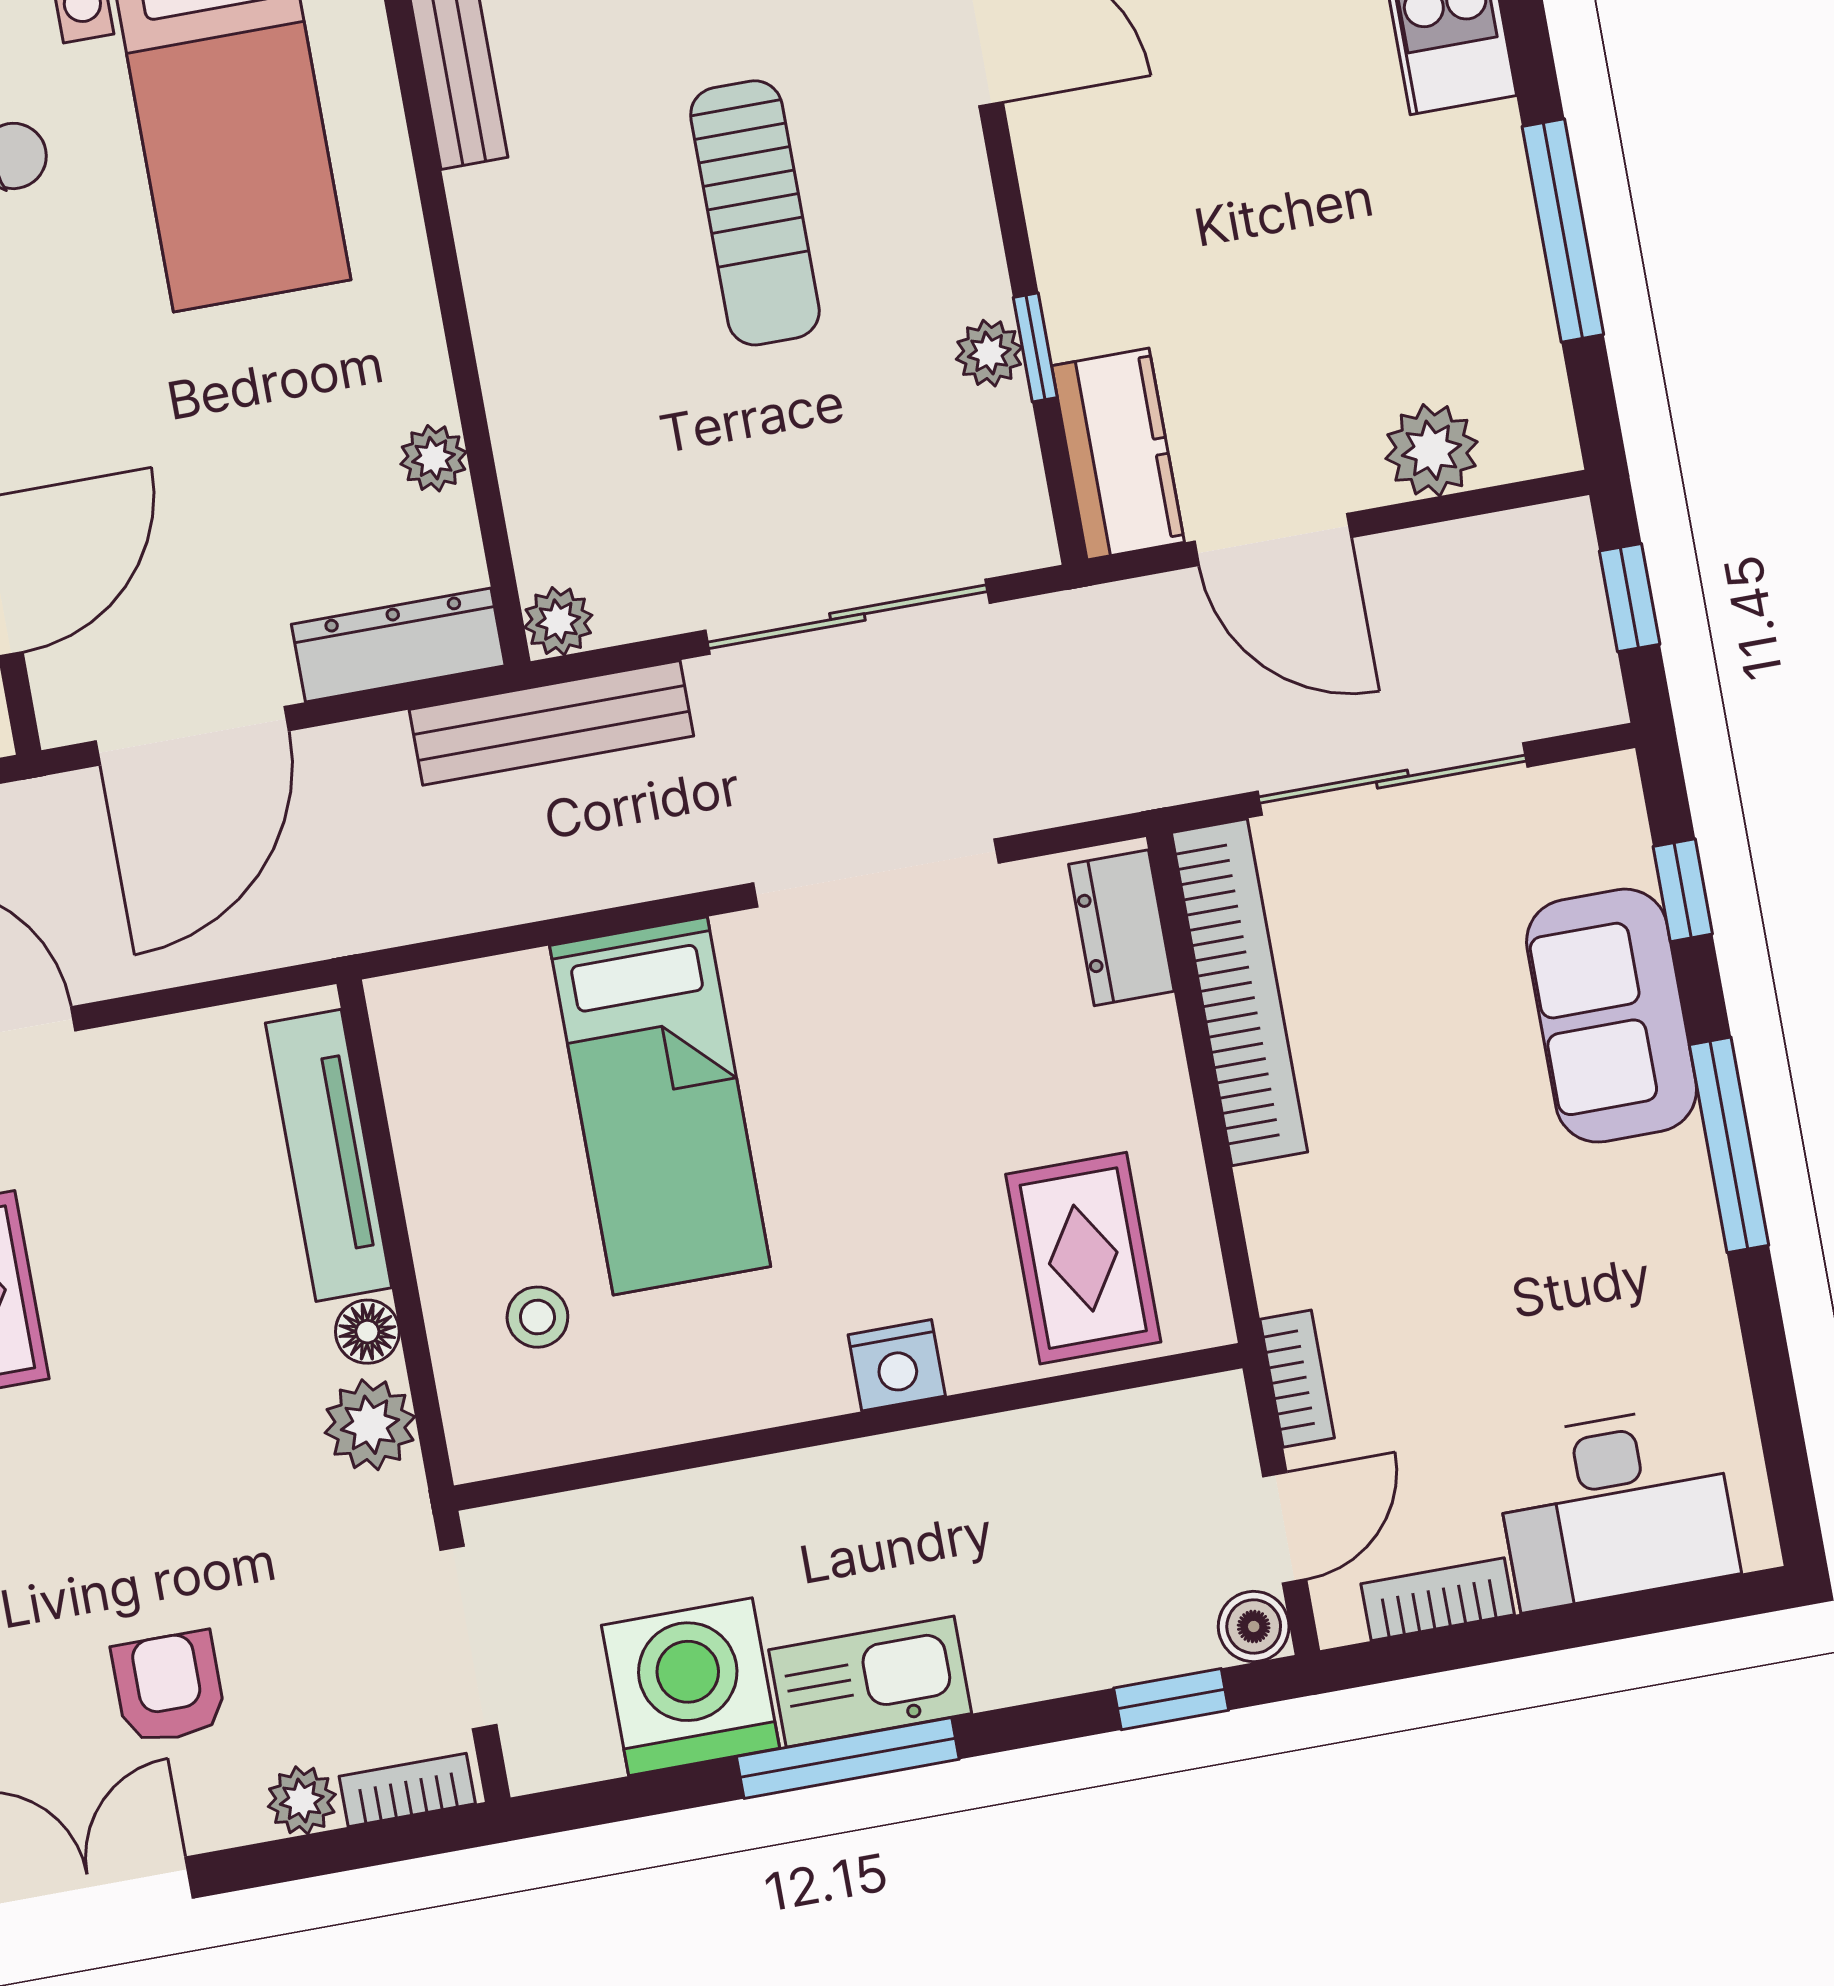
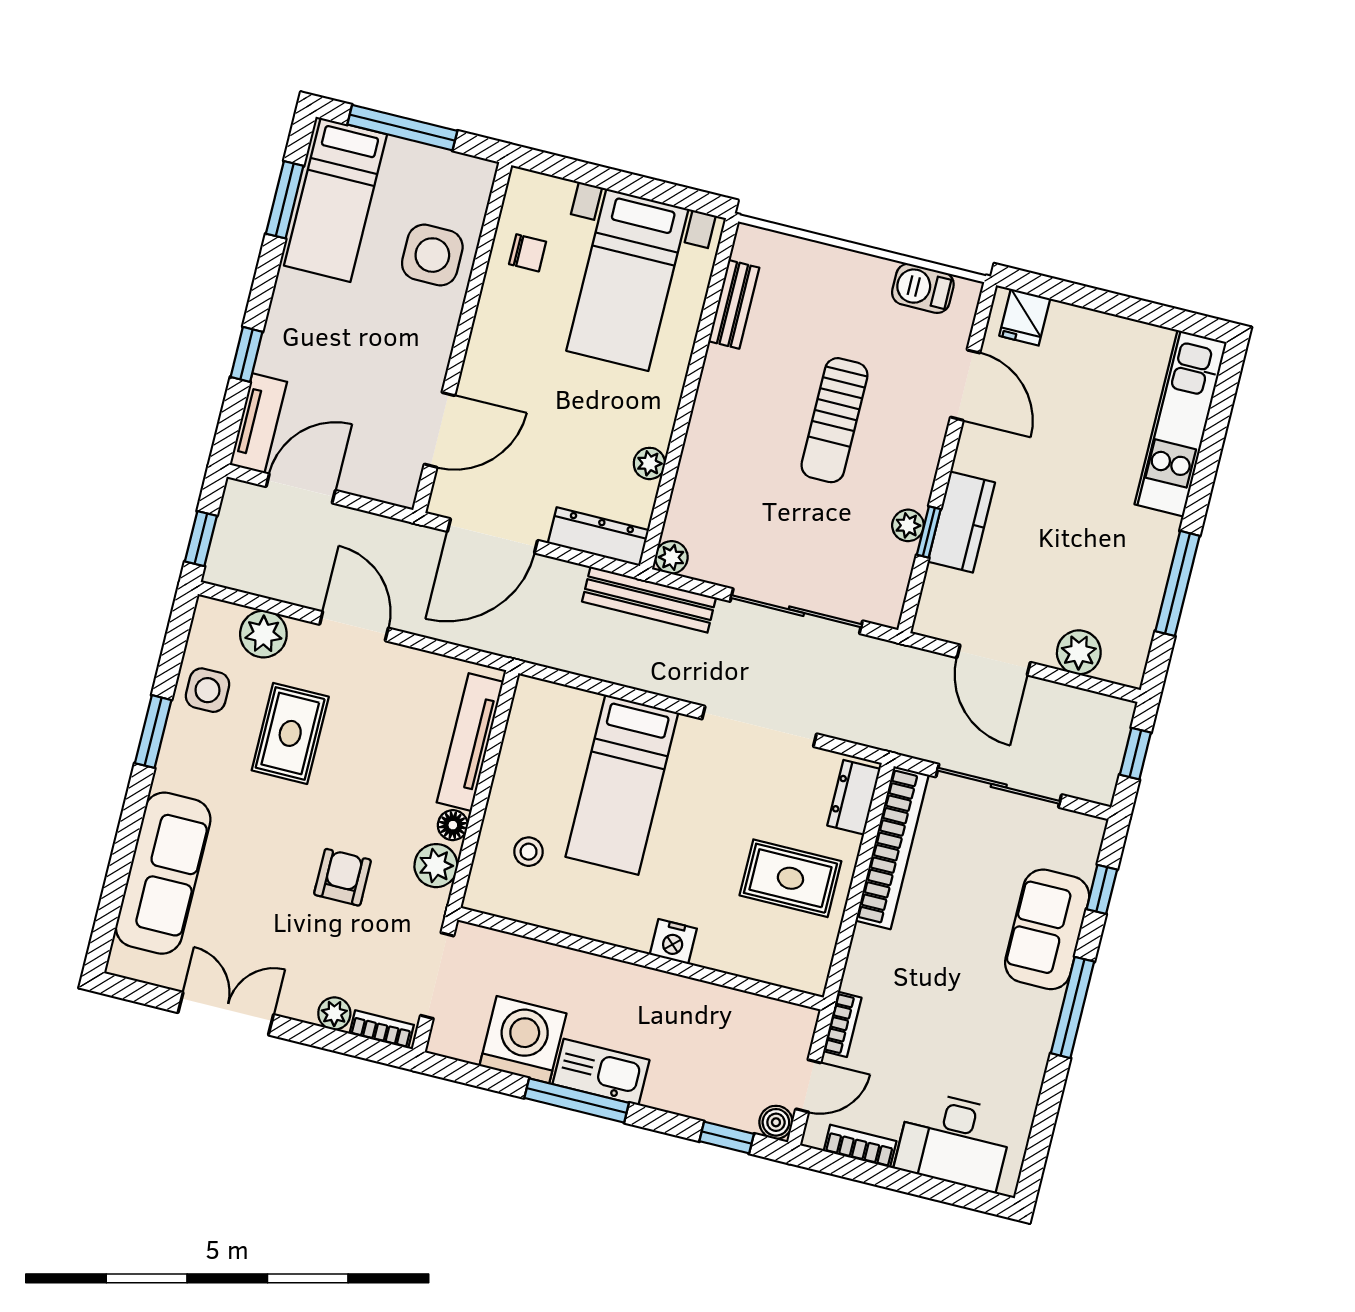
kitchen counter: (1118, 454) -> (961, 522), moved
rug: (1083, 1258) -> (790, 878), moved, turned 90
armchair: (169, 1687) -> (343, 877), moved

